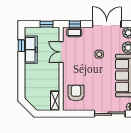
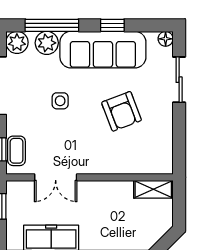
armchair: (76, 93) -> (122, 111), moved, turned -111
sliding door: (110, 114) -> (179, 80), width x0.73

